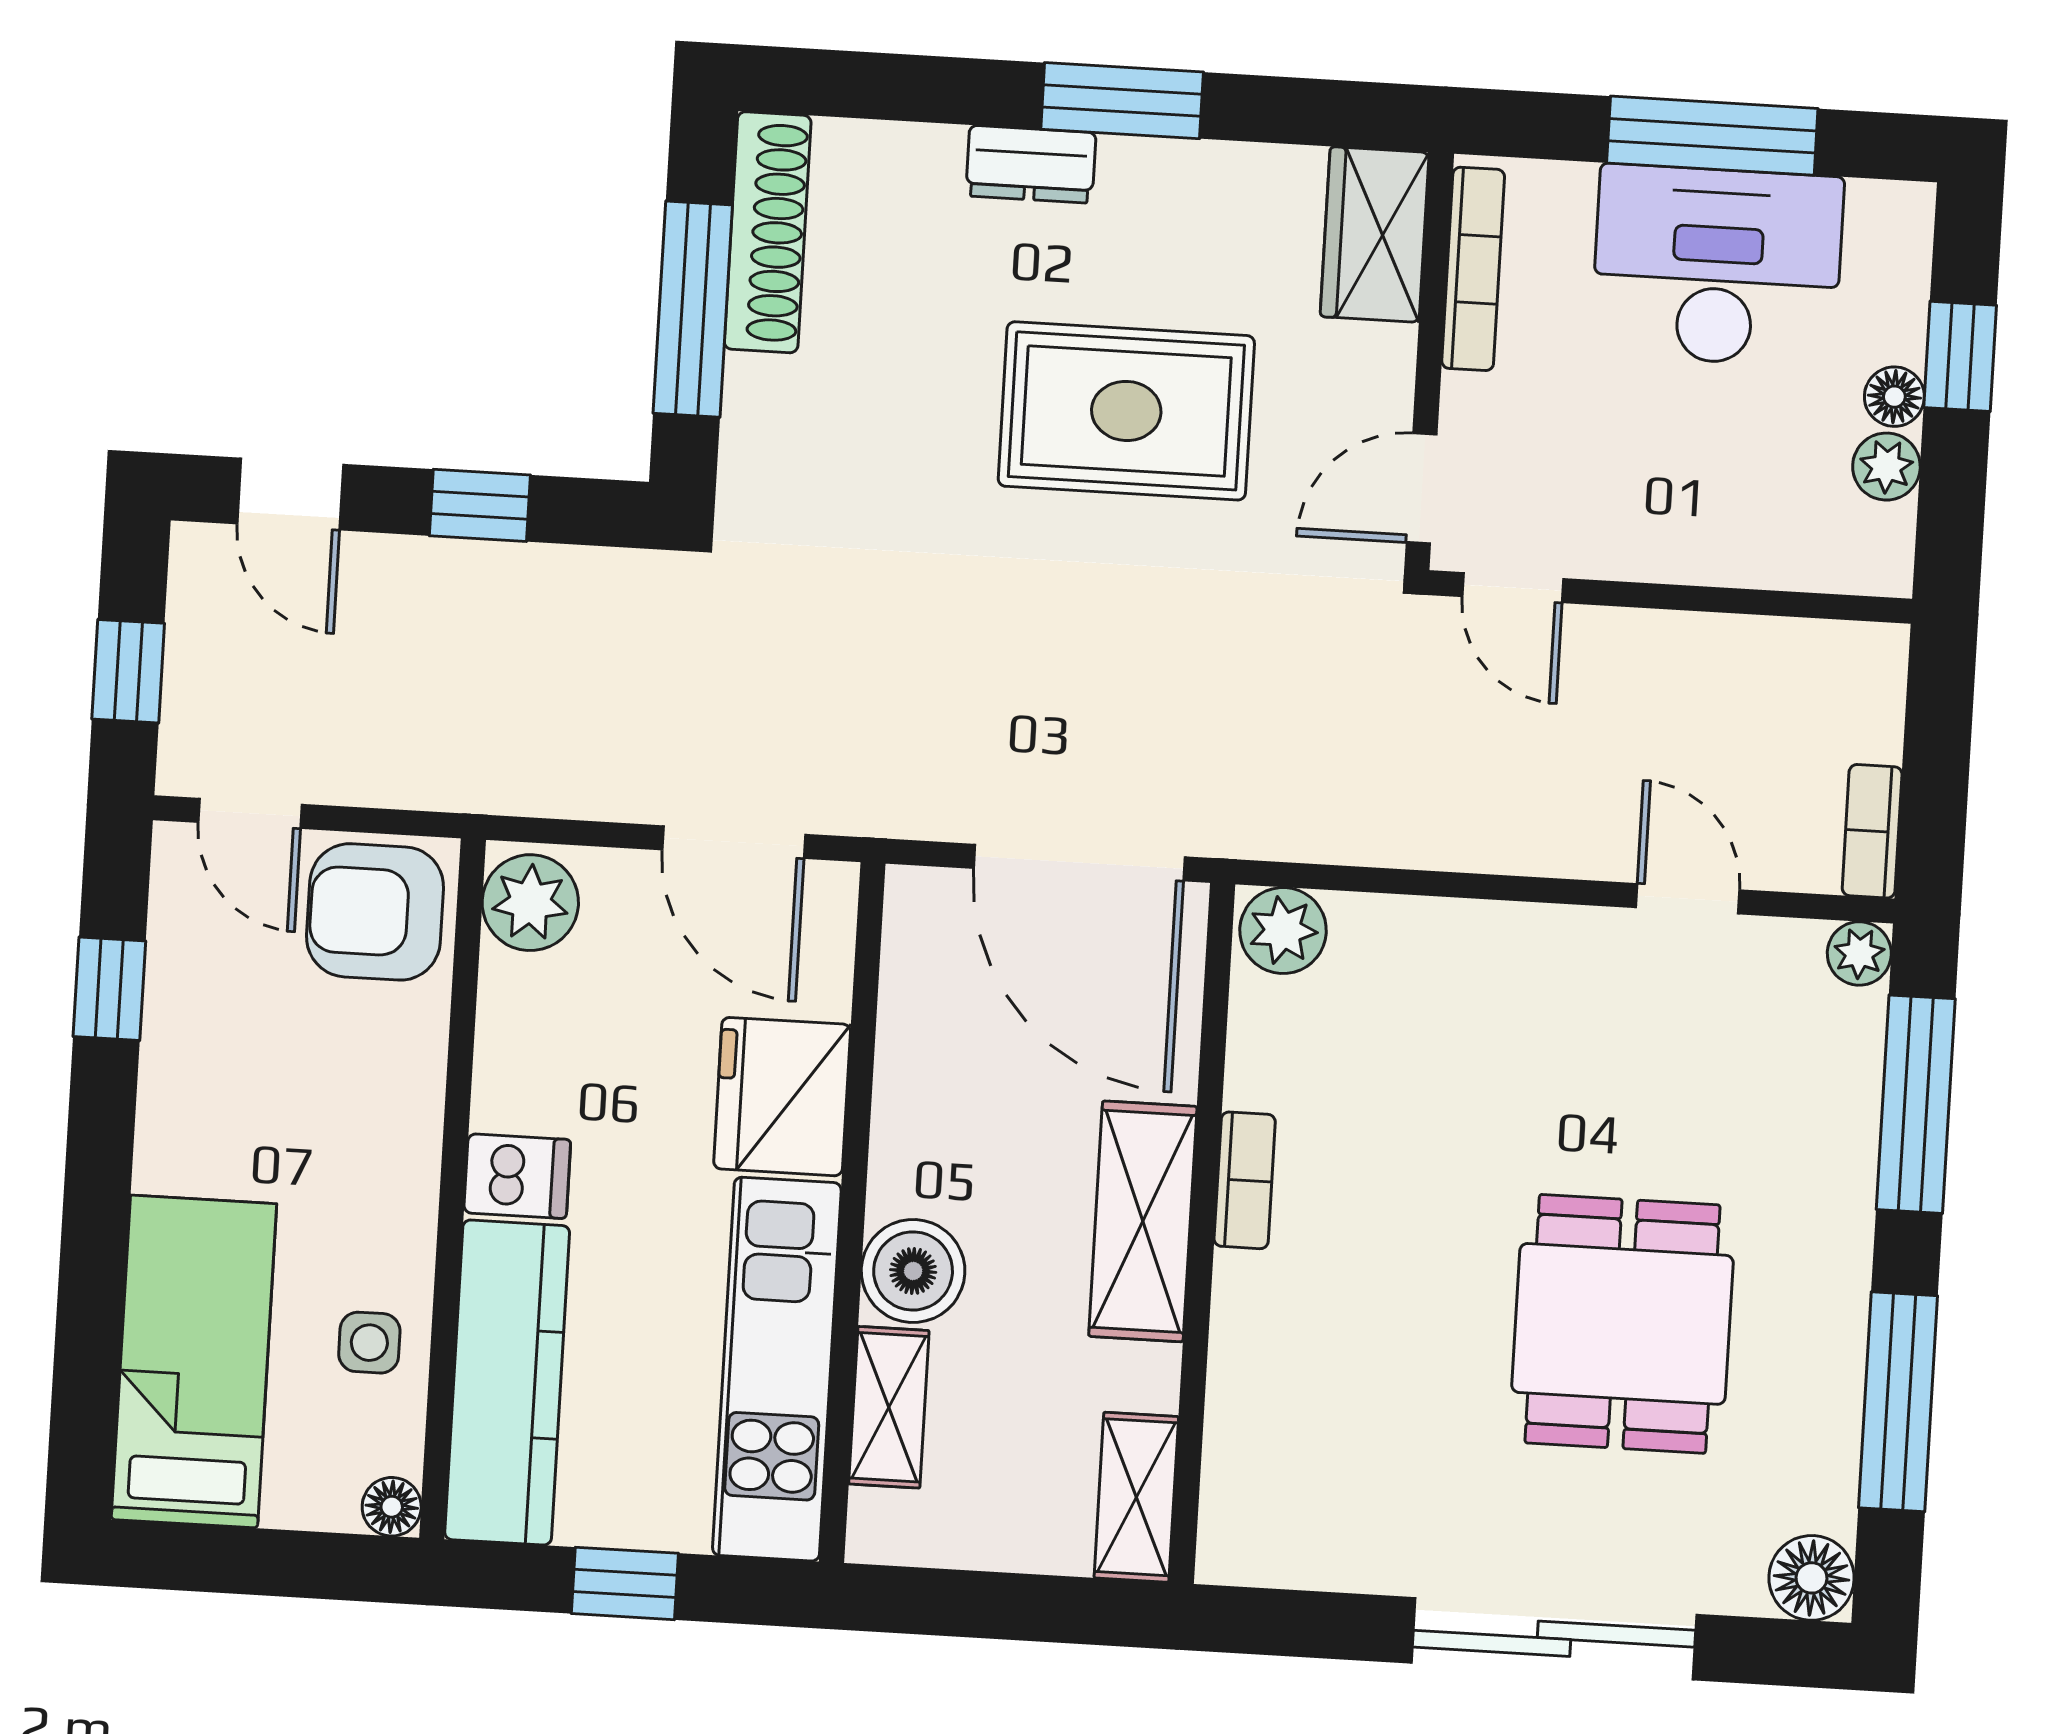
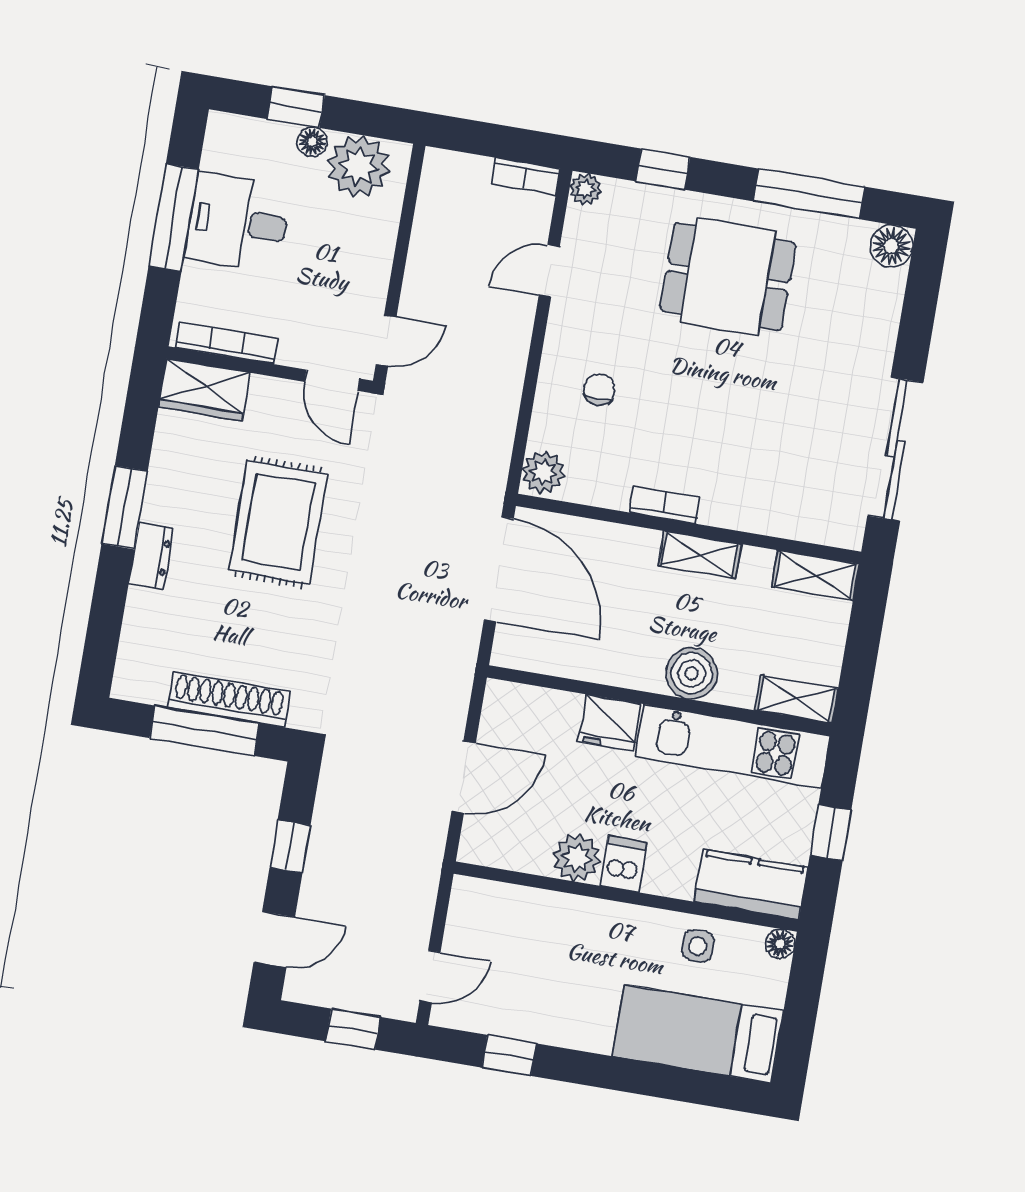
shoe rack: (768, 232) -> (229, 699), moved
desk: (1717, 266) -> (238, 222), width x0.73
plant: (1886, 467) -> (358, 166), width x1.88, depth x1.88
door: (734, 842) -> (464, 777), moved
door: (1079, 863) -> (499, 570), hinge flipped
plant: (530, 903) -> (577, 858), moved
armchair: (375, 912) -> (485, 920), removed
chair: (1461, 1025) -> (599, 390), added
fridge: (782, 1097) -> (610, 723), width x0.73, depth x0.75
window: (1916, 1104) -> (663, 169), width x0.46
shelving: (1143, 1221) -> (700, 555), width x0.67, depth x0.75
dining table: (1622, 1324) -> (728, 277), moved
kitchen counter: (507, 1383) -> (751, 885), width x0.67
shelving: (889, 1407) -> (796, 699), moved
sliding door: (1554, 1639) -> (895, 449), moved

